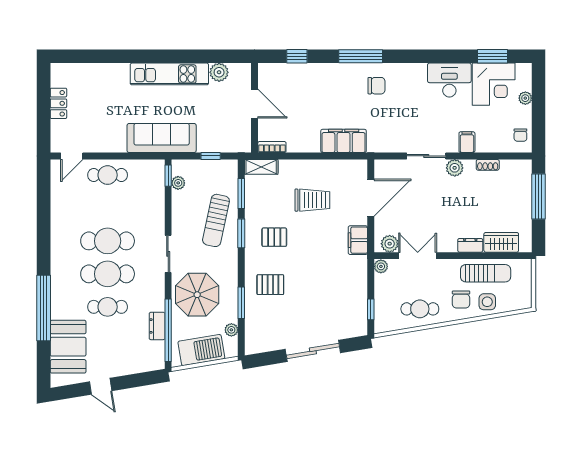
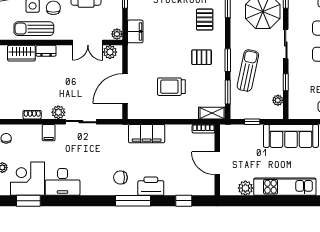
printer: (338, 75) -> (151, 186), added
window: (168, 176) -> (286, 82), moved
filing cabinet: (358, 240) -> (135, 31), moved
pallet: (270, 285) -> (205, 20), turned 90

